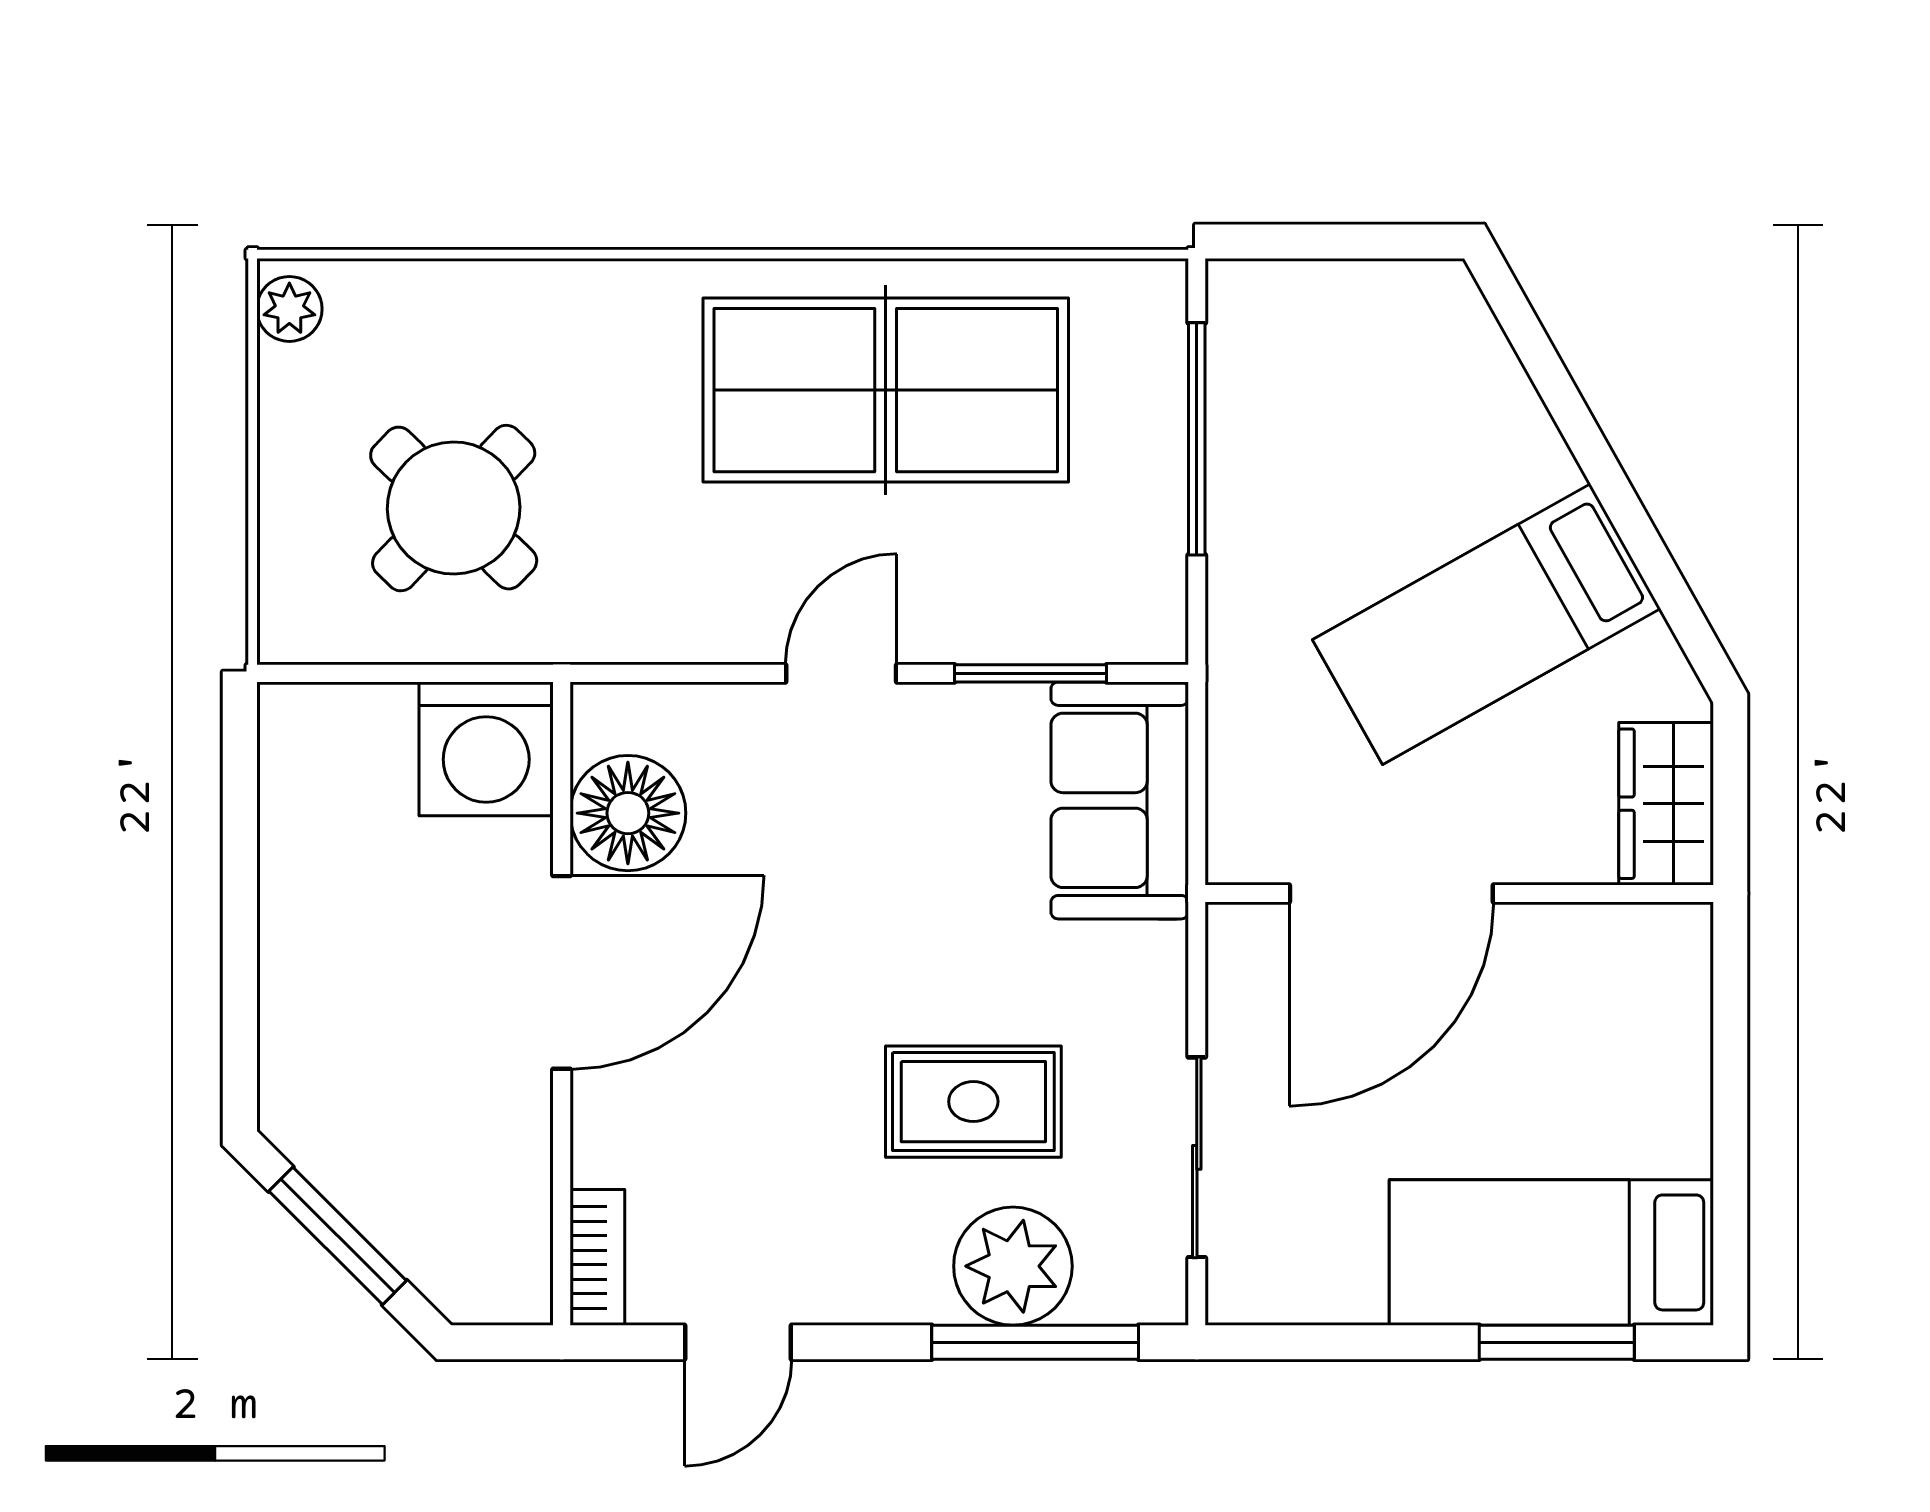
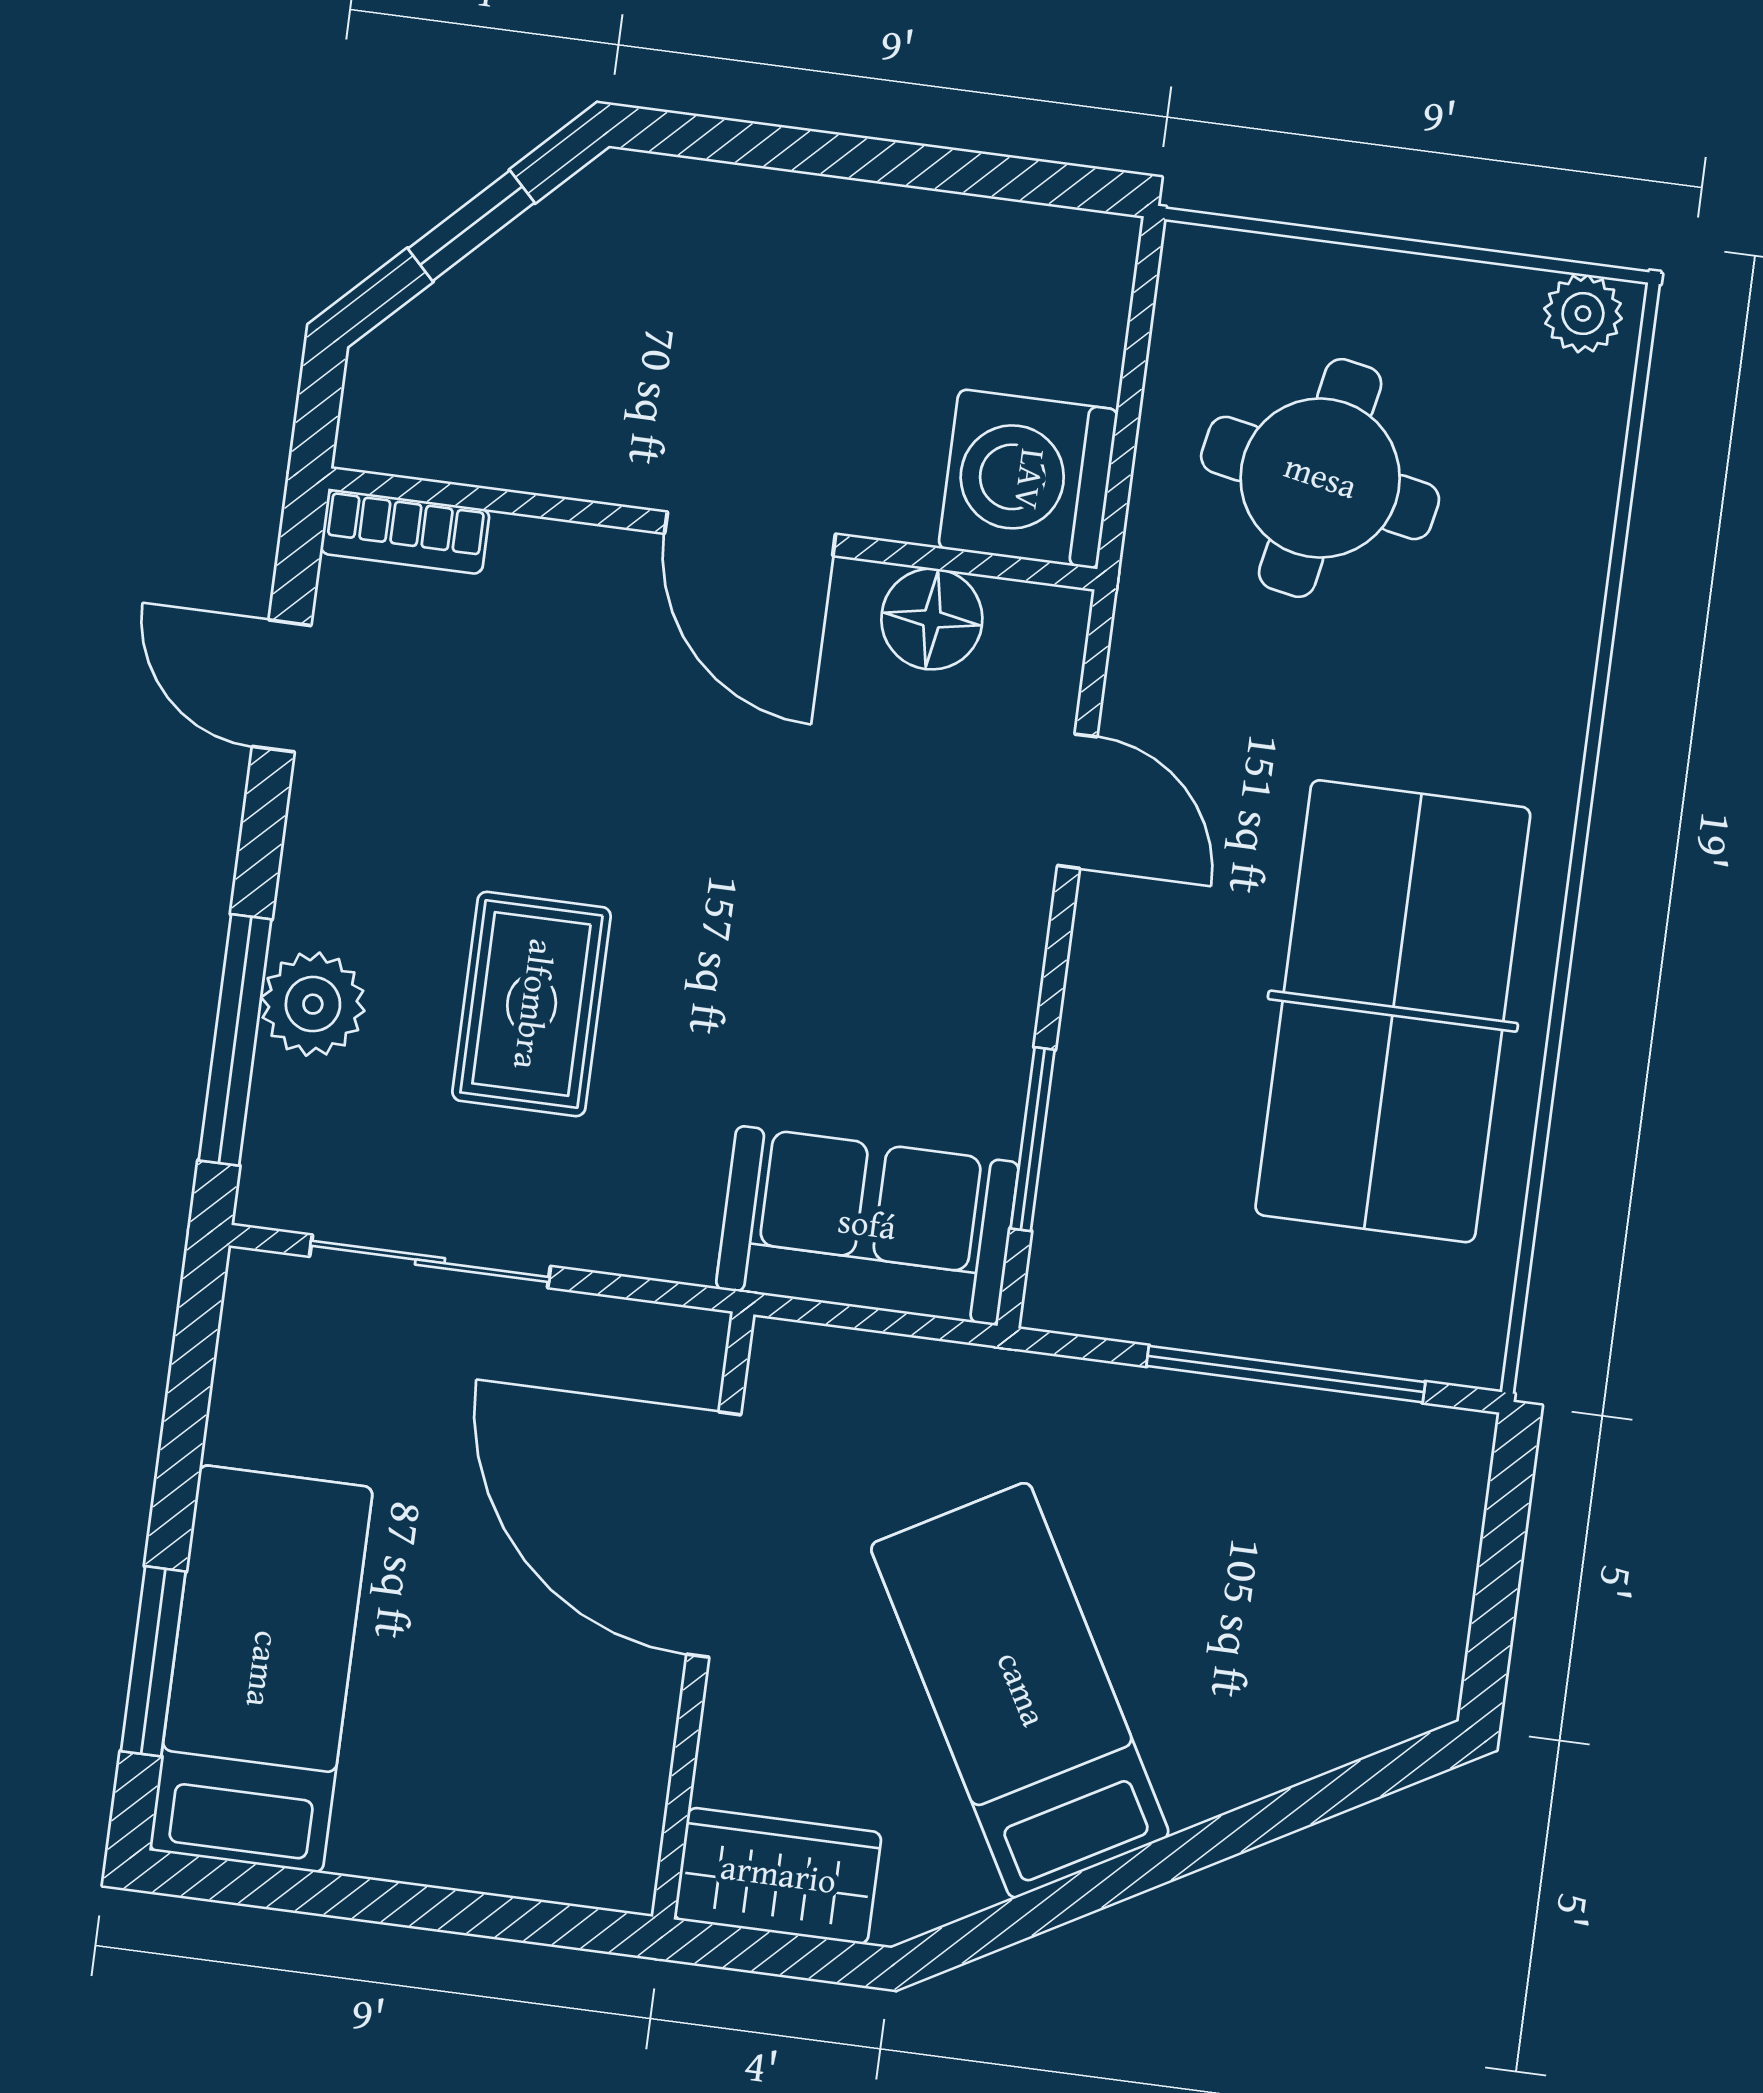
round table: (454, 508) -> (1320, 478), turned -33
door: (841, 673) -> (1077, 801), moved
floor lamp: (628, 813) -> (932, 619), width x0.73, depth x0.73
door: (562, 972) -> (750, 534), width x0.73
window: (338, 1236) -> (471, 226), width x0.67
plant: (1013, 1266) -> (313, 1004), width x0.73, depth x0.73

